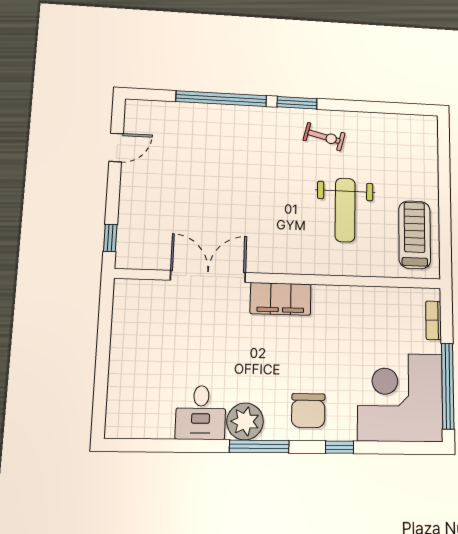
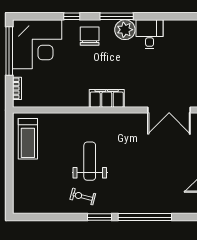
weight bench: (345, 210) -> (90, 161), moved
double door: (208, 276) -> (169, 110), moved

